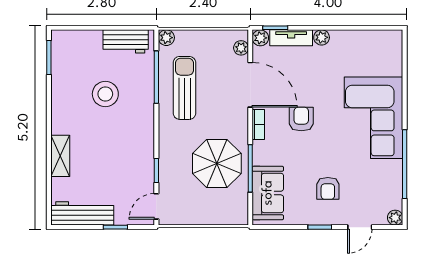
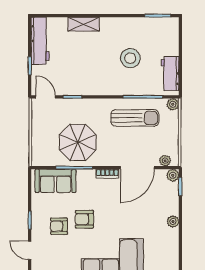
tv unit: (291, 38) -> (173, 198), removed
armchair: (301, 119) -> (84, 219), moved, turned 180

